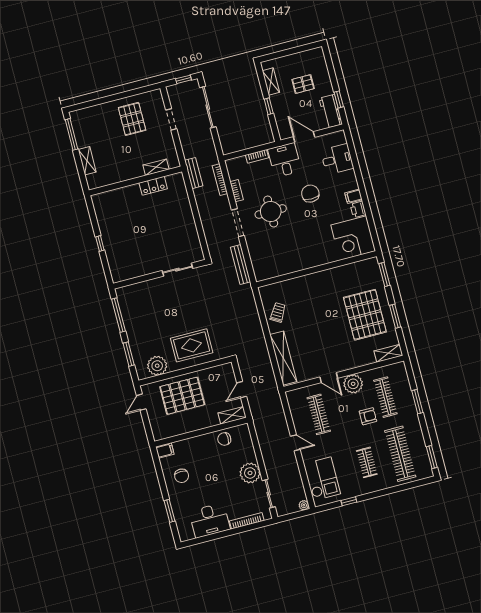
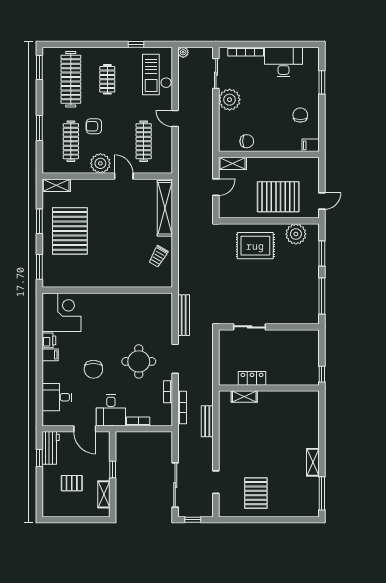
shelving: (156, 167) -> (244, 397), moved
wall: (135, 181) -> (269, 388), moved
locker: (153, 186) -> (252, 378), moved

